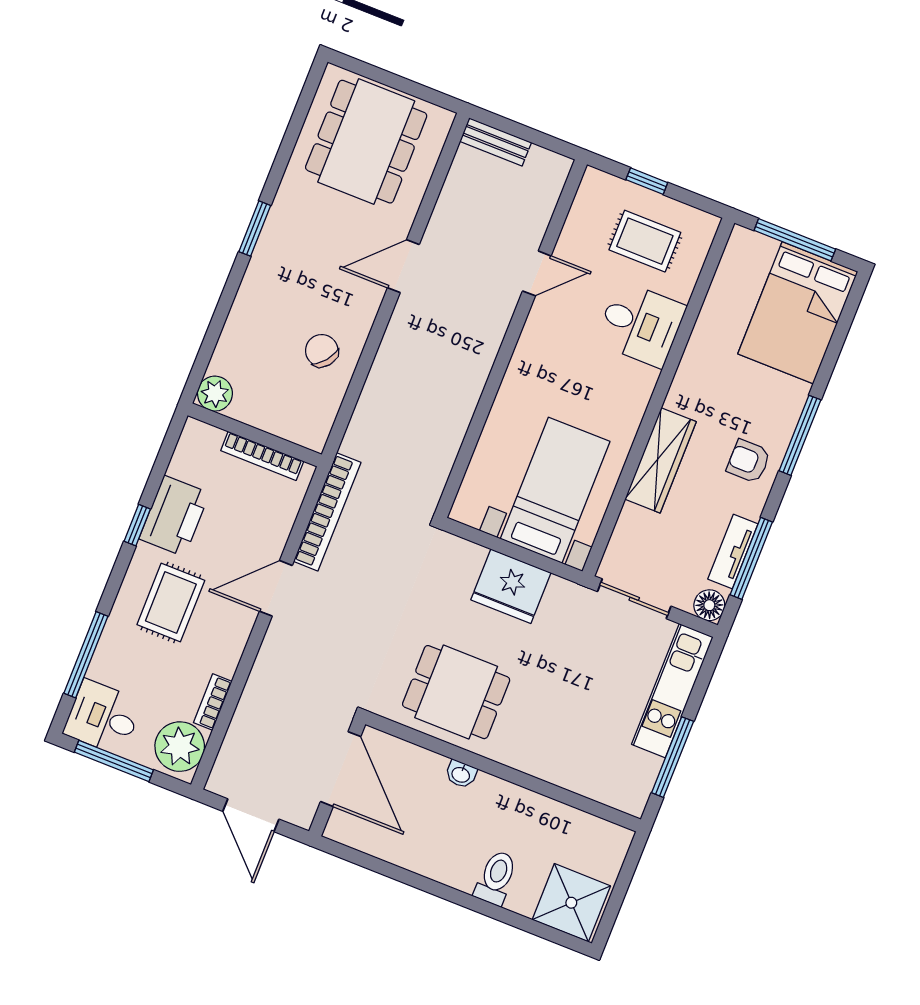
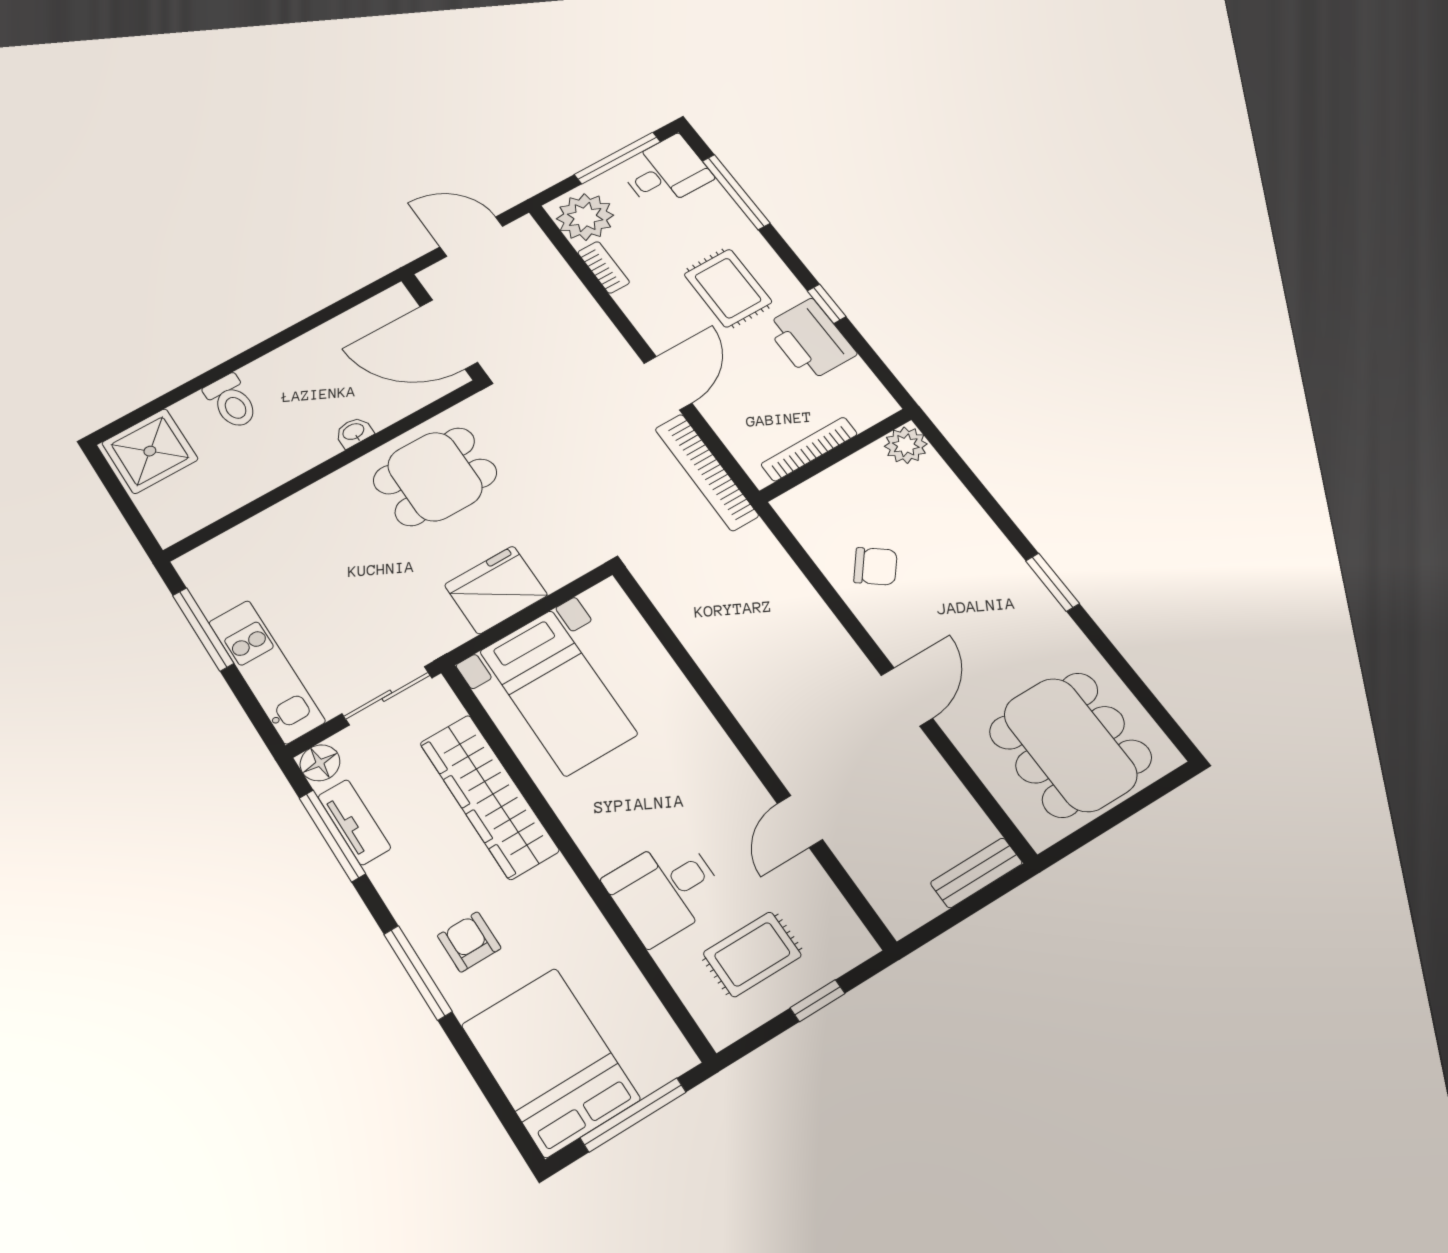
wardrobe: (661, 460) -> (489, 797), width x1.40, depth x1.17
armchair: (749, 461) -> (469, 942), moved, turned -90

